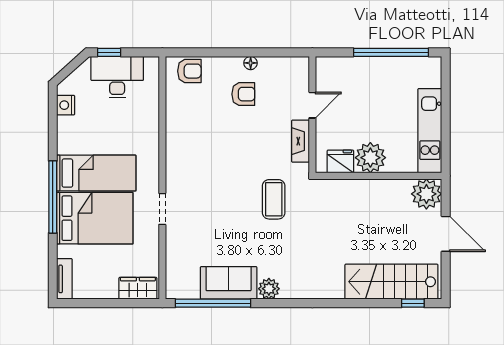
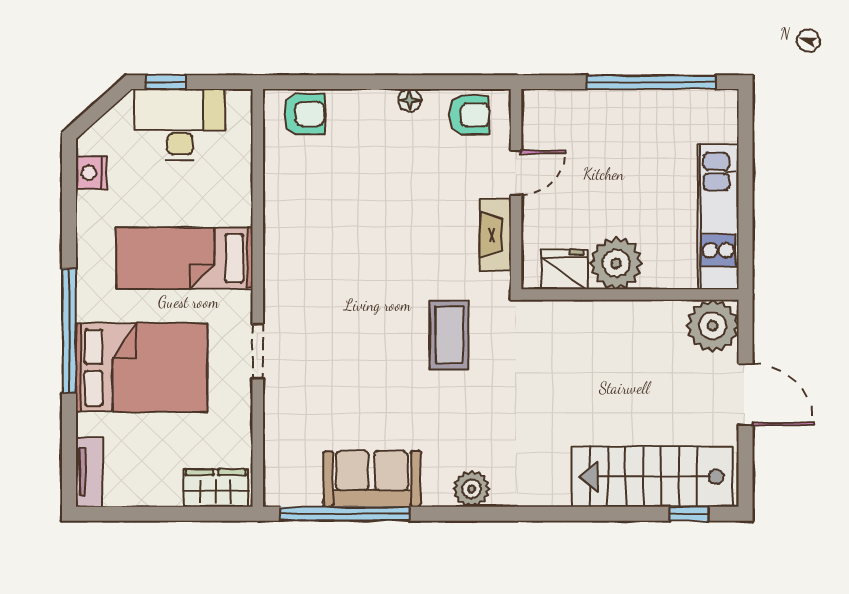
armchair: (243, 94) -> (469, 115), moved
bed: (96, 173) -> (184, 258), moved, turned 180
plant: (269, 289) -> (472, 489), moved

